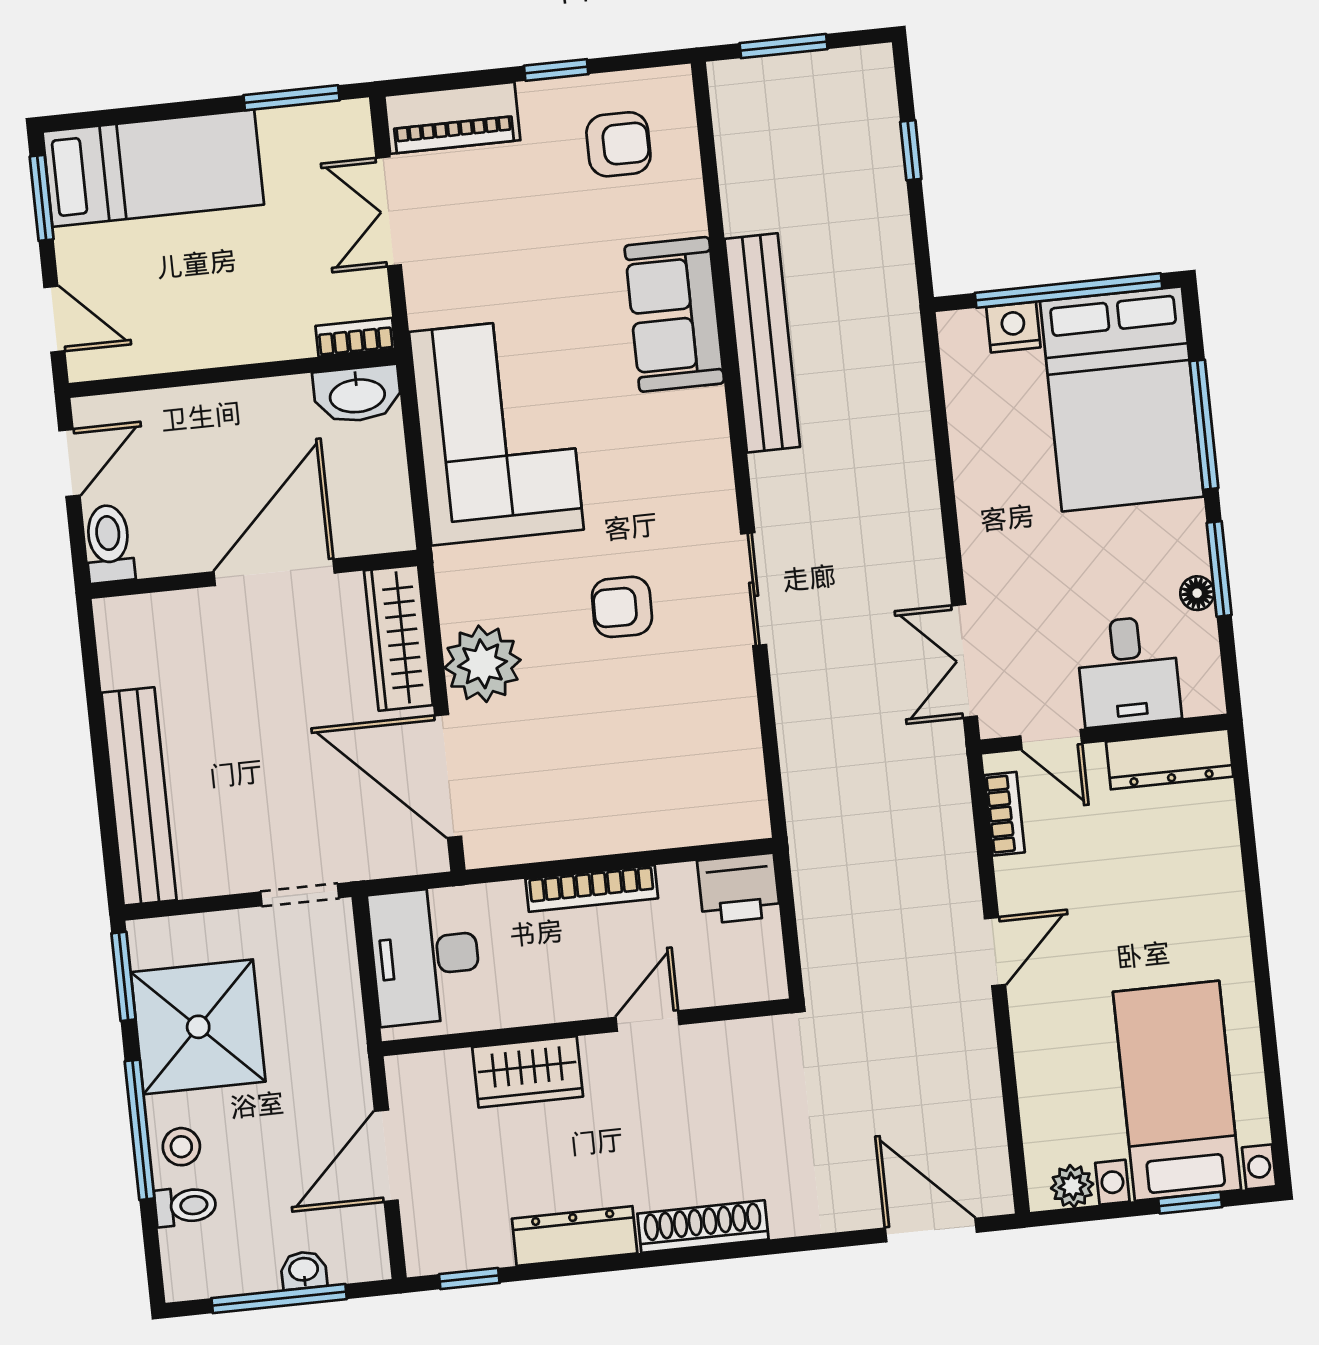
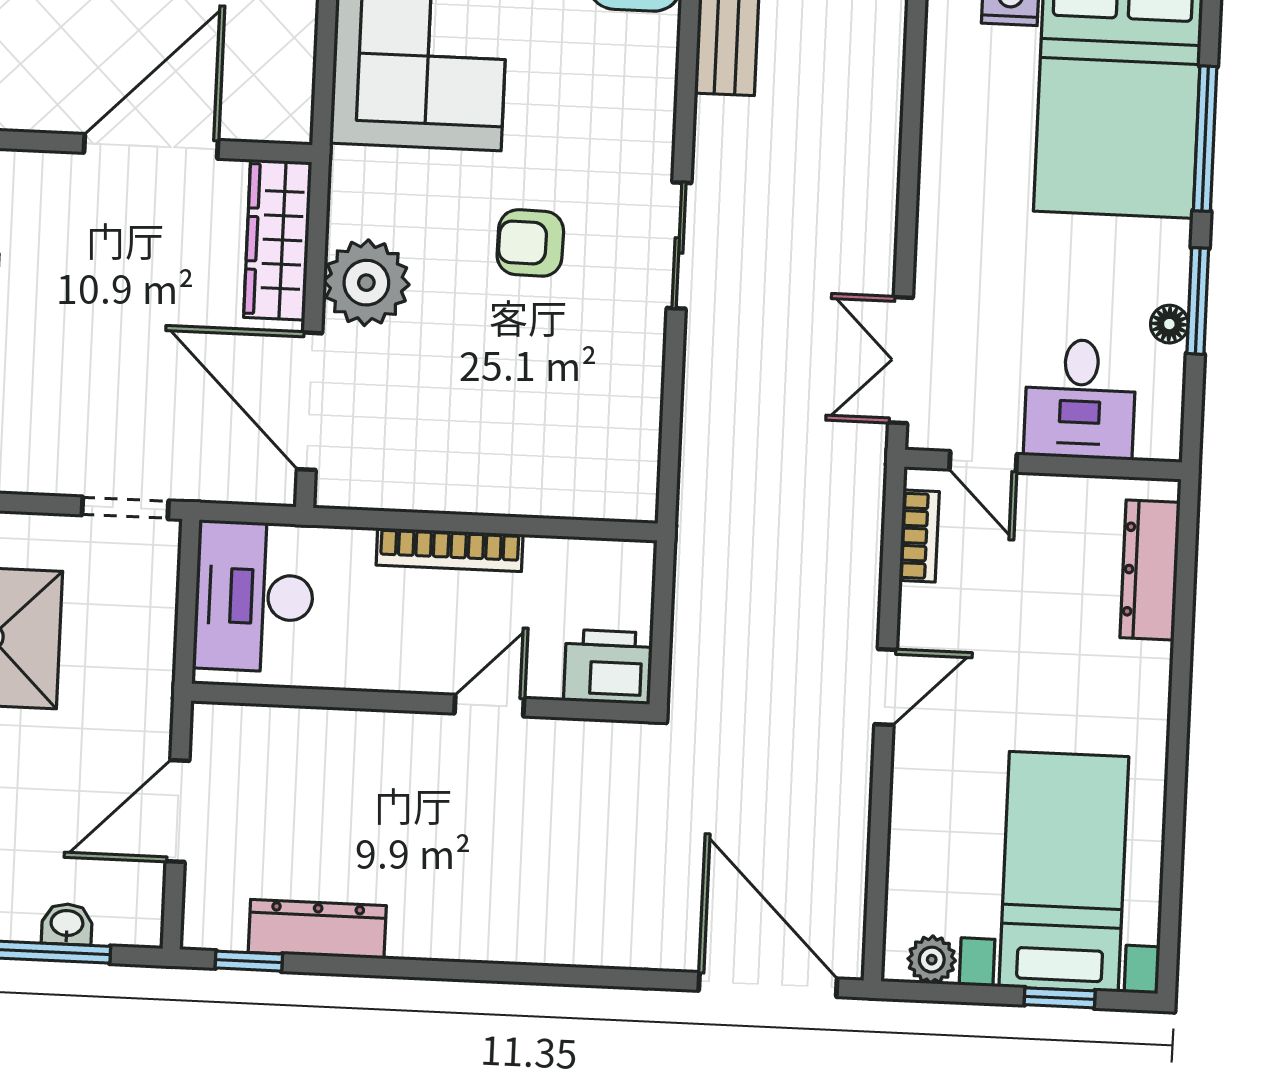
dresser: (1170, 759) -> (1150, 570), moved, turned 90
printer: (739, 888) -> (608, 667), moved, turned 180
wardrobe: (528, 1072) -> (348, 742), removed
shoe rack: (703, 1227) -> (516, 943), removed
door: (931, 1230) -> (768, 985), width x1.36
dresser: (575, 1236) -> (317, 929), moved

